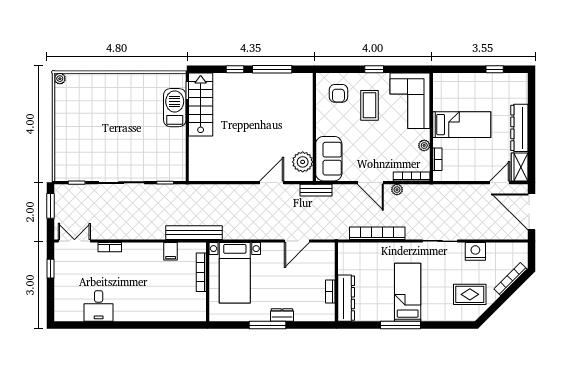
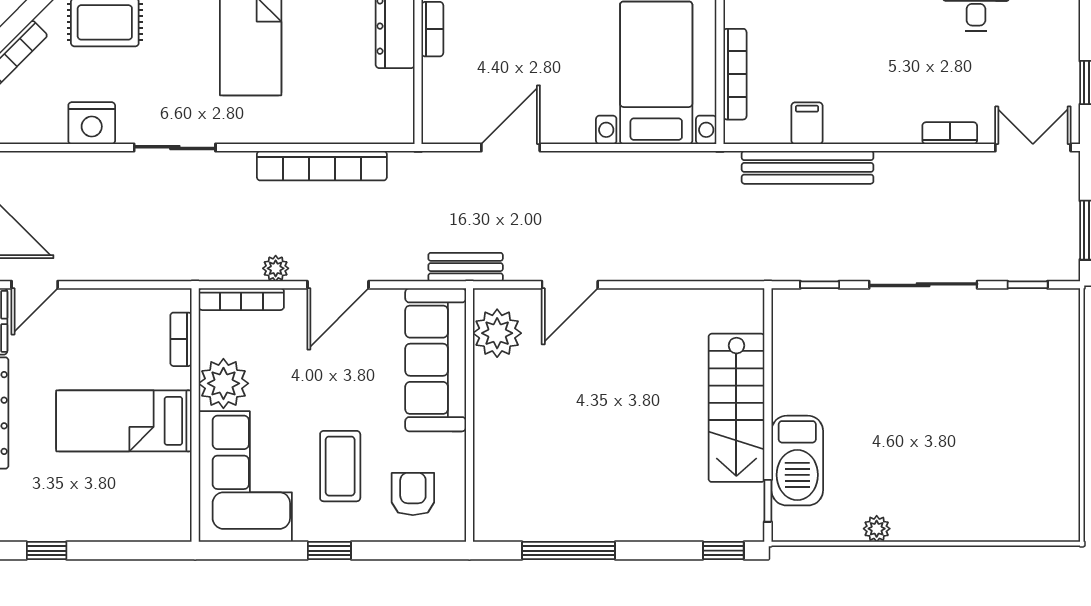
window: (235, 69) -> (723, 551), moved
plant: (60, 79) -> (877, 529), moved
stairs: (201, 105) -> (736, 408), moved
plant: (424, 145) -> (223, 383), width x1.88, depth x1.88
sofa: (329, 159) -> (436, 360), width x1.36
door: (370, 183) -> (338, 285), swing flipped
bench: (194, 233) -> (808, 167), moved
double door: (74, 241) -> (1033, 148), swing flipped

